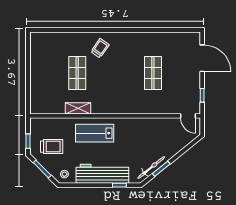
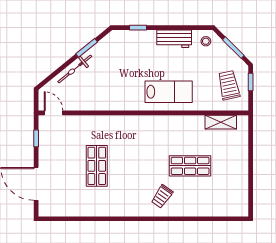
shop shelf: (77, 73) -> (190, 166), turned 90
shelving: (78, 108) -> (221, 122), moved
trolley: (52, 147) -> (229, 85), moved, turned 78
bicycle: (151, 168) -> (75, 69), moved
workbench: (102, 174) -> (174, 39), width x0.53, depth x0.76

